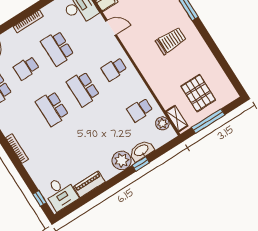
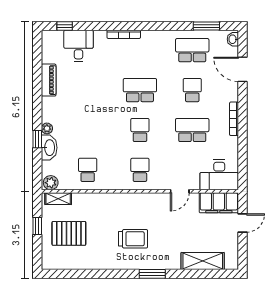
trolley: (171, 41) -> (133, 239), turned -90
school desk: (83, 89) -> (140, 130), width x0.54
window: (208, 121) -> (37, 226), width x0.46
plant: (162, 123) -> (51, 183), moved
plant: (122, 160) -> (47, 128), width x0.53, depth x0.53
desk: (61, 193) -> (79, 46), moved, turned 90

